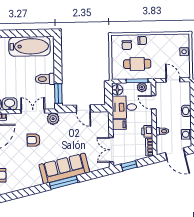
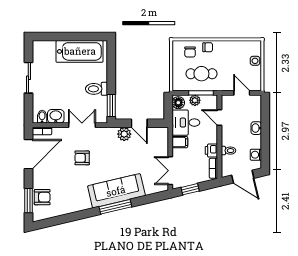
plant: (142, 87) -> (195, 100), moved
plant: (53, 119) -> (124, 134), moved

